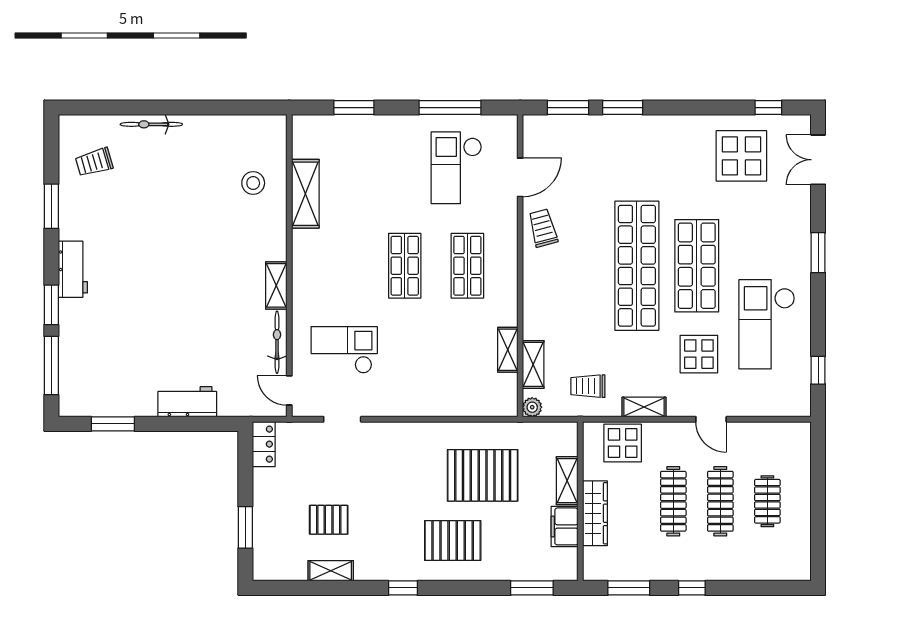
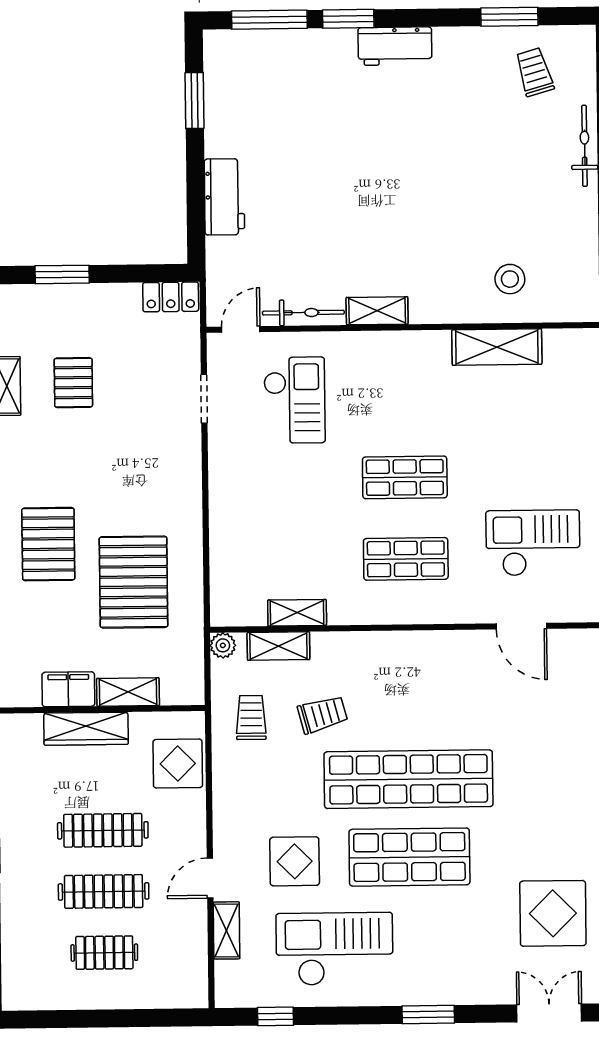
window: (51, 206) -> (509, 17), moved
trolley: (543, 228) -> (322, 714), moved
shelving: (644, 407) -> (227, 930), moved

